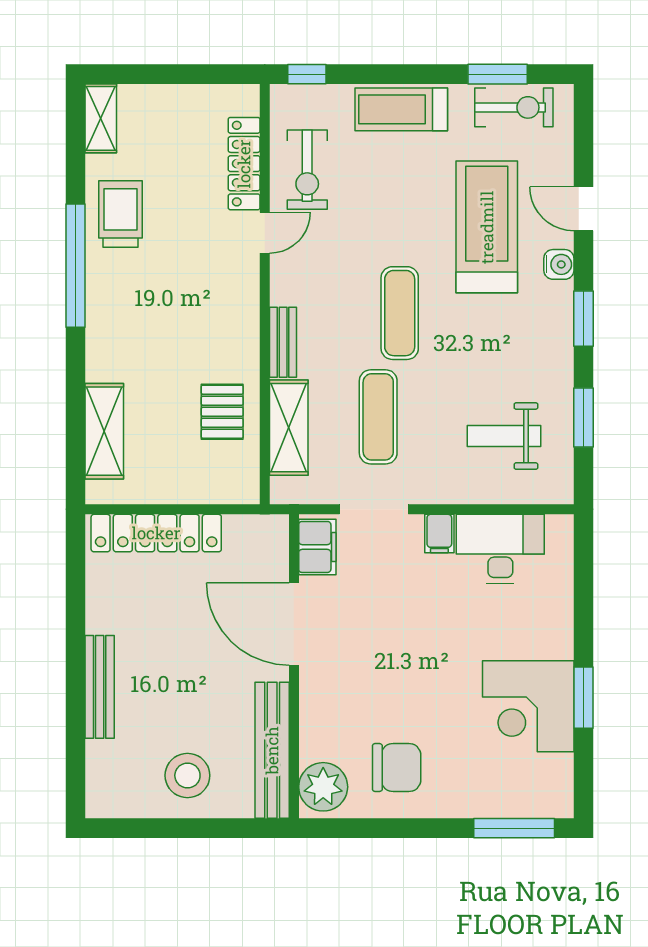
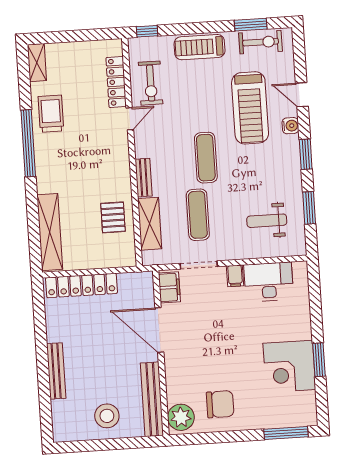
treadmill: (487, 227) -> (250, 108), turned 180
shelving: (104, 431) -> (50, 232), width x1.47

